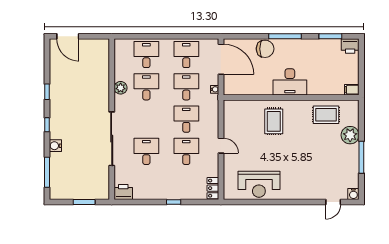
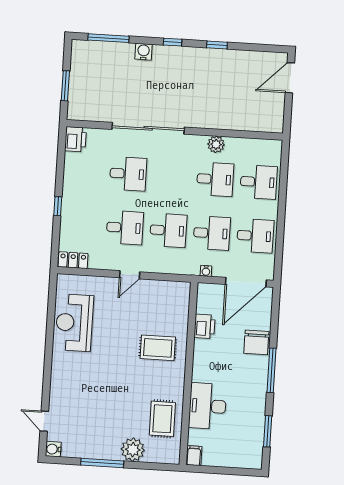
printer: (350, 46) -> (205, 326), moved, turned 180
desk: (290, 82) -> (208, 406), moved

